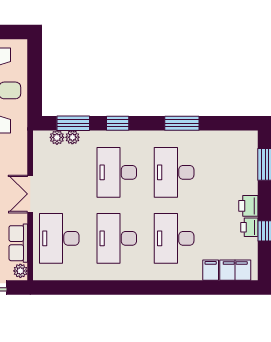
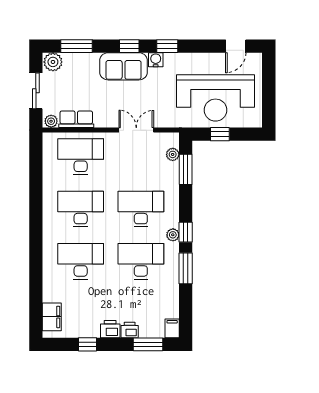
window: (35, 86) -> (220, 134), added
window: (118, 123) -> (186, 232), moved
plant: (72, 137) -> (173, 235), moved
double door: (30, 194) -> (136, 130), moved
printer: (249, 227) -> (130, 330), moved
filing cabinet: (211, 270) -> (172, 328), moved, turned -90

